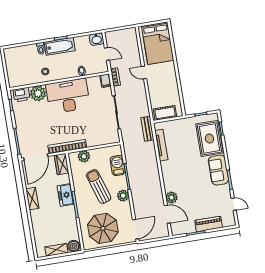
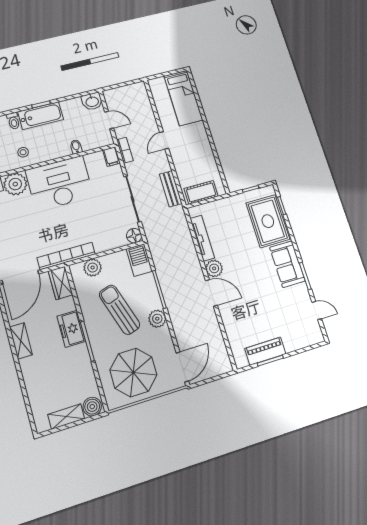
bed: (158, 43) -> (183, 98), width x0.67
door: (144, 73) -> (164, 140), hinge flipped
bench: (147, 129) -> (171, 189), moved
floor lamp: (114, 138) -> (134, 236), added
barbecue: (118, 165) -> (139, 260), moved
plant: (172, 198) -> (214, 268), moved
door: (167, 214) -> (211, 293), moved
piano: (209, 224) -> (265, 351), moved

